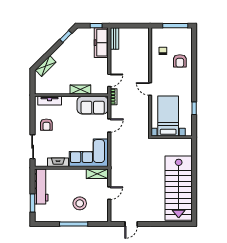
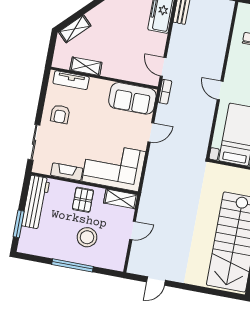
door: (109, 80) -> (163, 67), swing flipped
shelving: (80, 90) -> (86, 66), moved
pallet: (72, 179) -> (83, 200), added

